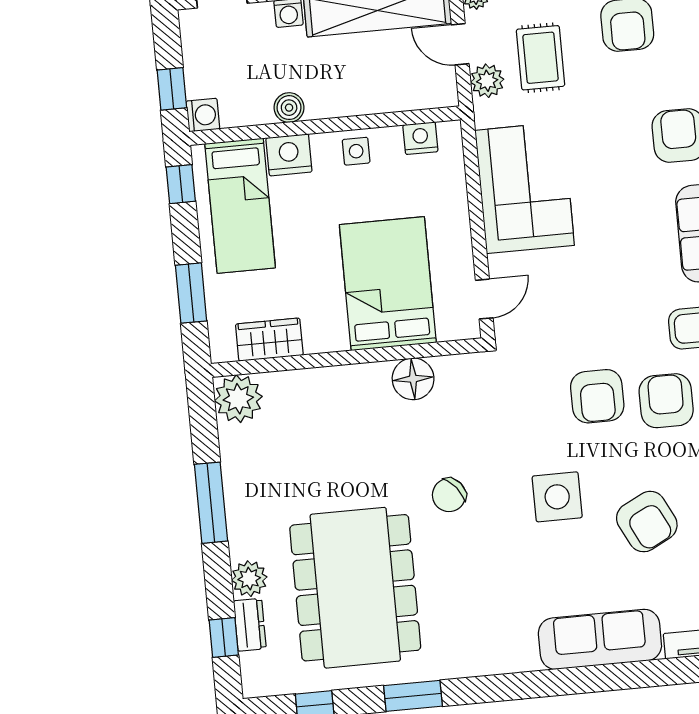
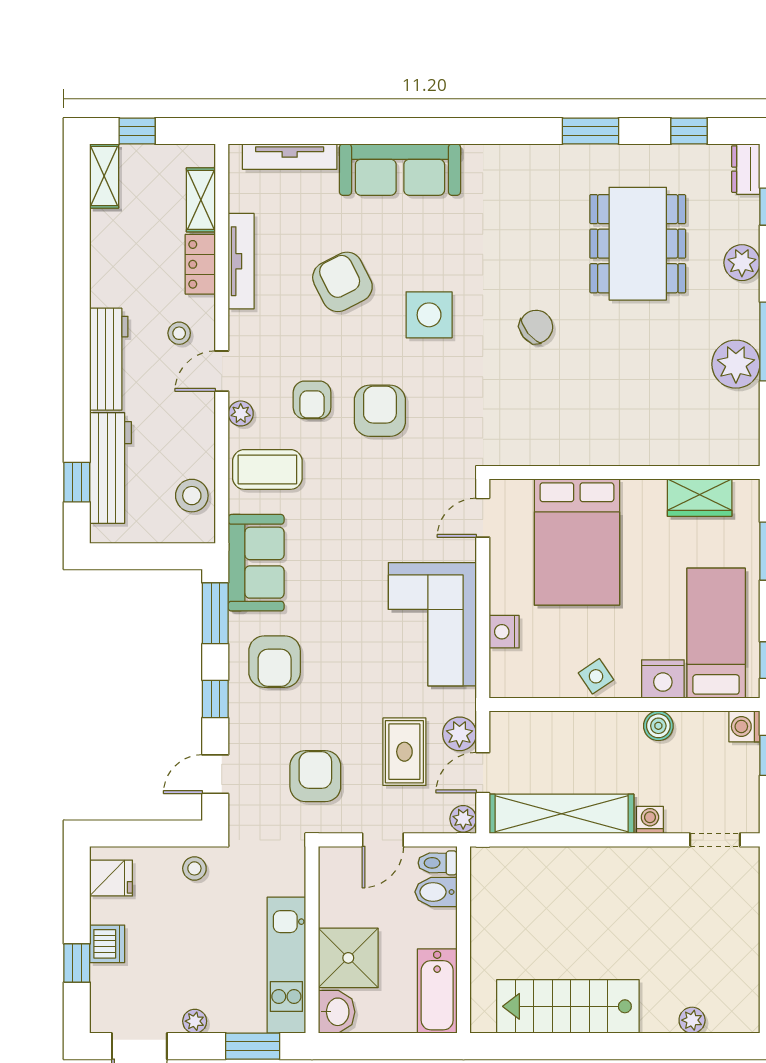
door: (460, 44) -> (483, 773), swing flipped
nightstand: (420, 138) -> (504, 632), moved, turned 90
side table: (356, 151) -> (596, 676), turned -34
floor lamp: (413, 379) -> (561, 445), removed
plant: (238, 399) -> (736, 364), moved
armchair: (666, 401) -> (312, 400), width x0.72, depth x0.72
dining table: (355, 588) -> (638, 244), width x0.73, depth x0.80
dresser: (250, 625) -> (746, 169), moved

